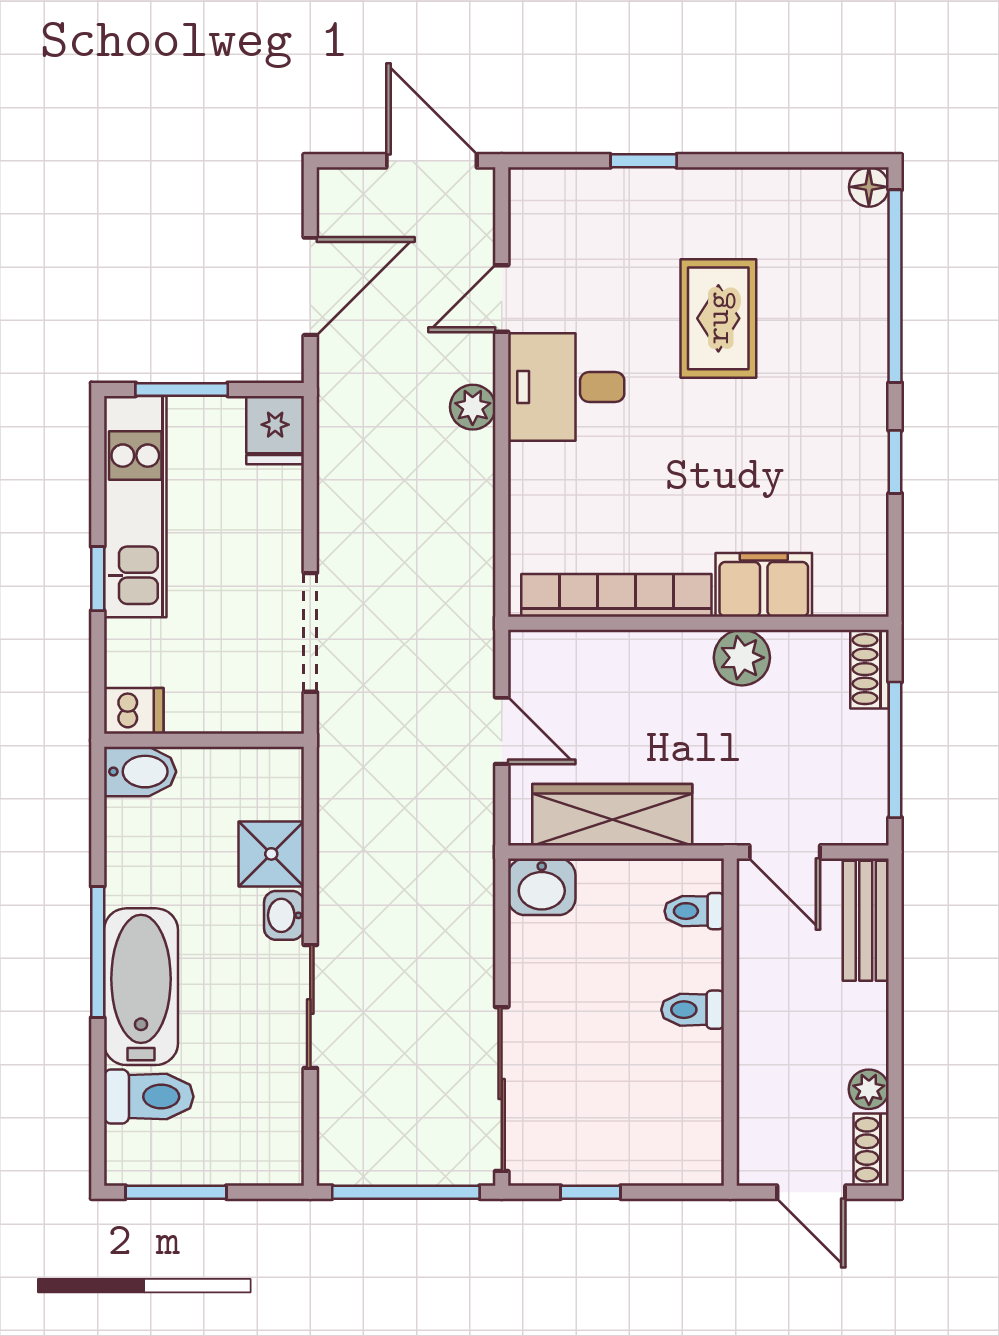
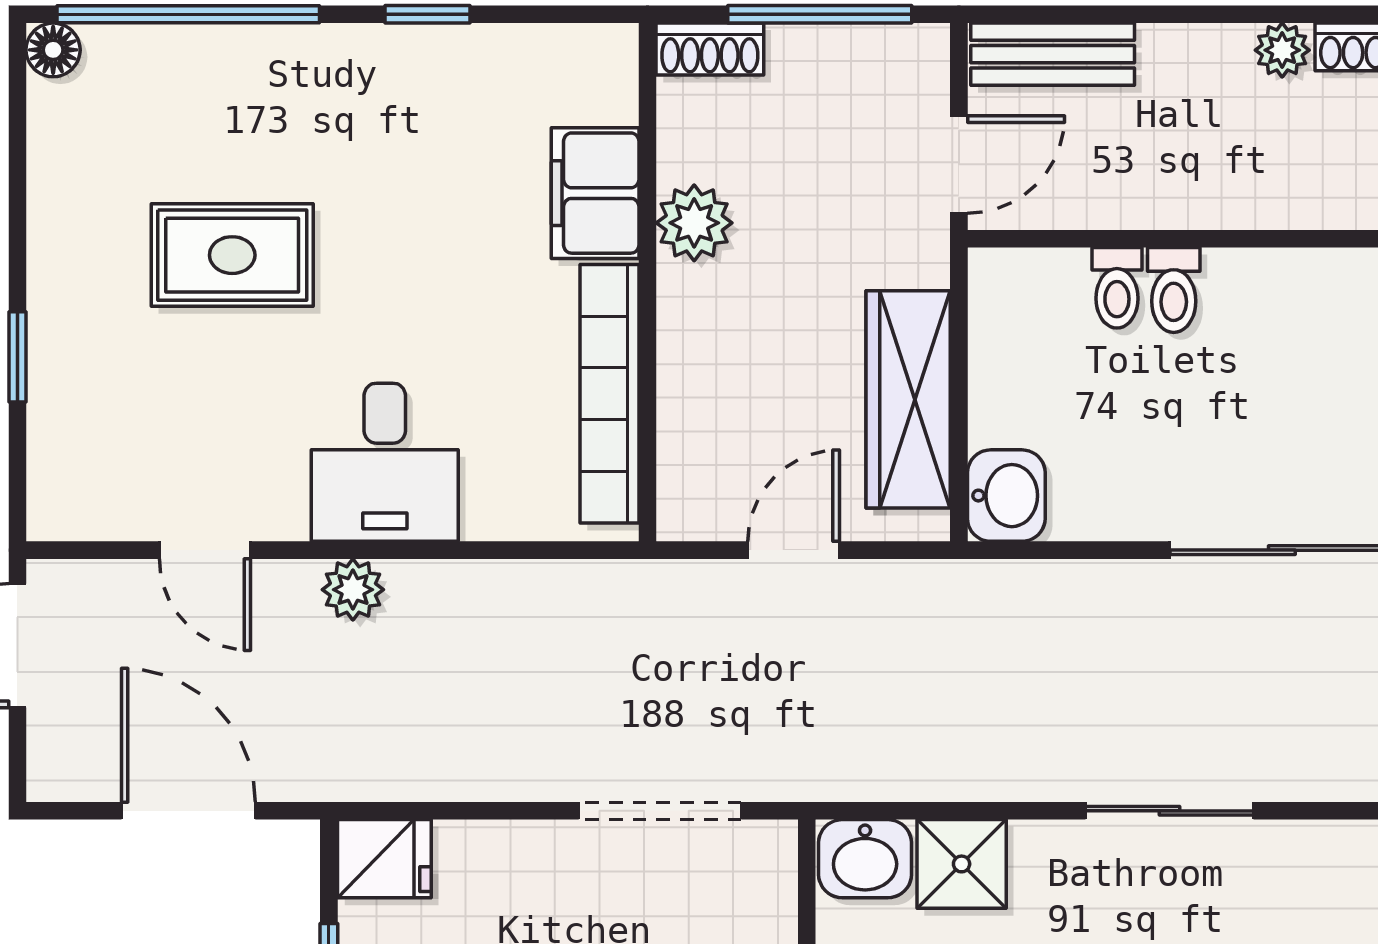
desk: (566, 387) -> (385, 462), moved
toilet: (694, 911) -> (1117, 288), moved
washbasin: (284, 915) -> (865, 859), moved, width x1.38, depth x1.45

